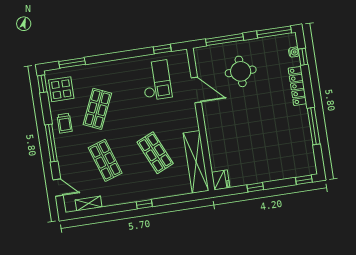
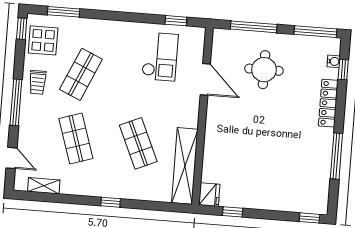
window: (255, 187) -> (233, 212), moved

